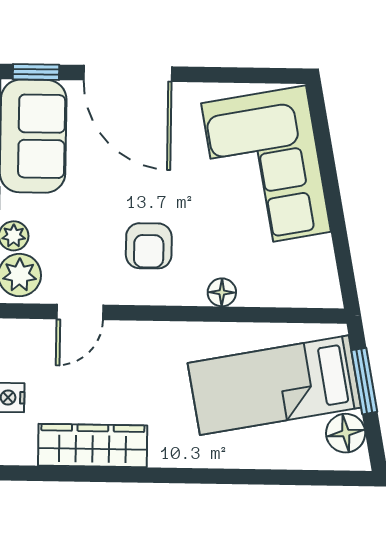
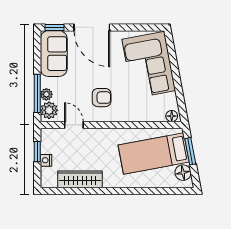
armchair: (149, 246) -> (102, 98), turned -90
floor lamp: (222, 292) -> (172, 116), moved
door: (80, 312) -> (74, 125), swing flipped

